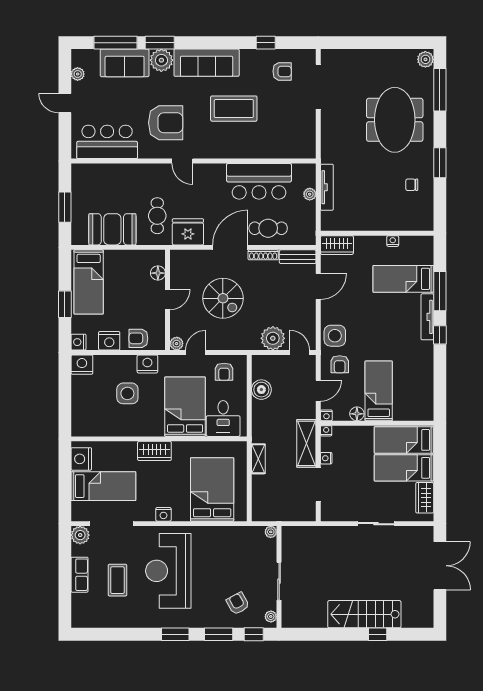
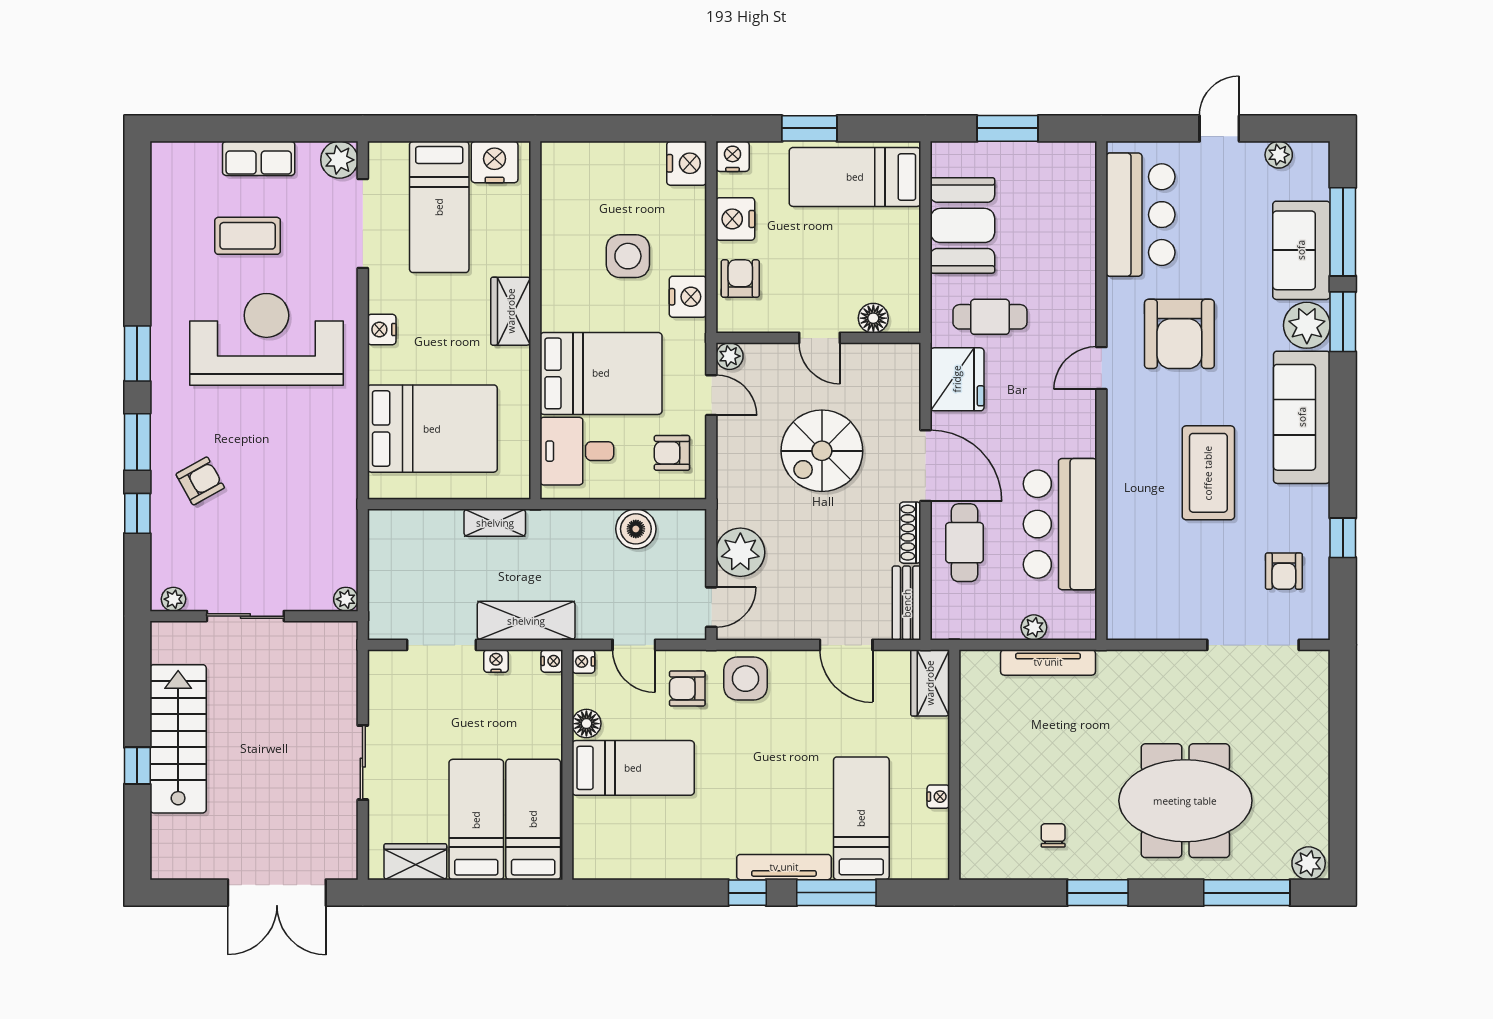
plant: (271, 532) -> (346, 599), moved
wall: (279, 577) -> (254, 616), moved
sliding door: (279, 581) -> (245, 616), moved
plant: (271, 617) -> (173, 599), moved

